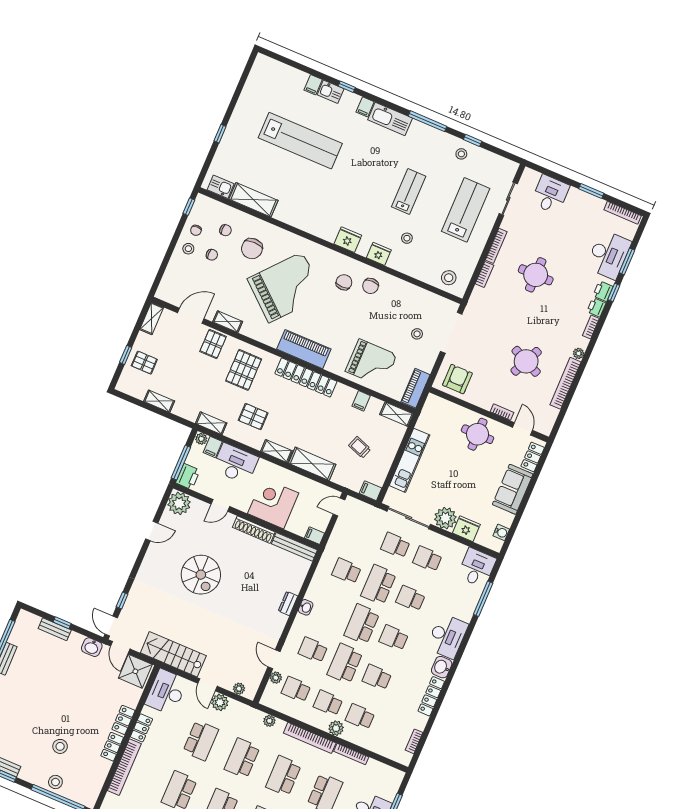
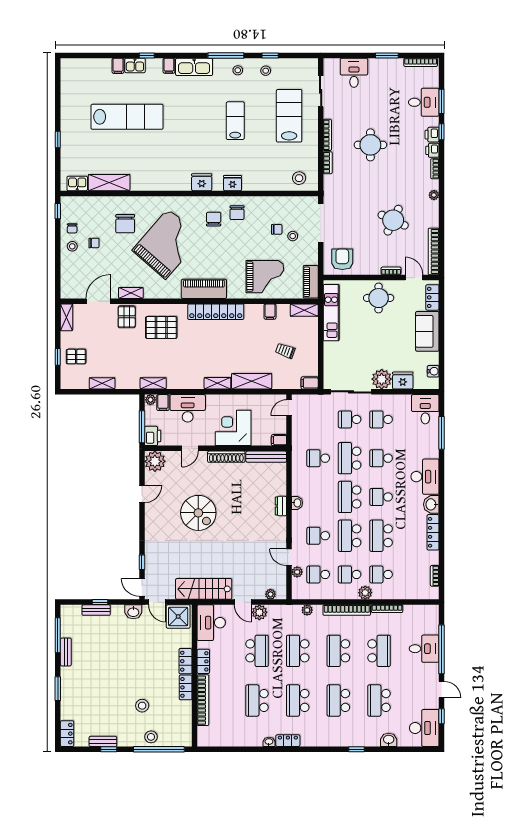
chair: (226, 230) -> (277, 229), moved
stool: (407, 238) -> (238, 70), moved
desk: (608, 255) -> (424, 102), width x0.73
pallet: (244, 370) -> (161, 328), turned 90
bookcase: (565, 383) -> (434, 251), moved
pallet: (253, 417) -> (186, 363), removed
kitchen unit: (410, 460) -> (331, 313), moved
school desk: (377, 677) -> (381, 536), width x1.85

